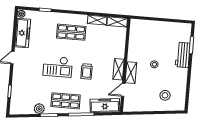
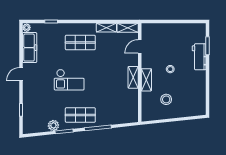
trolley: (87, 71) -> (100, 82), removed
door: (123, 90) -> (140, 46), moved
stool: (165, 95) -> (166, 99), moved
freezer: (105, 105) -> (122, 116), removed

